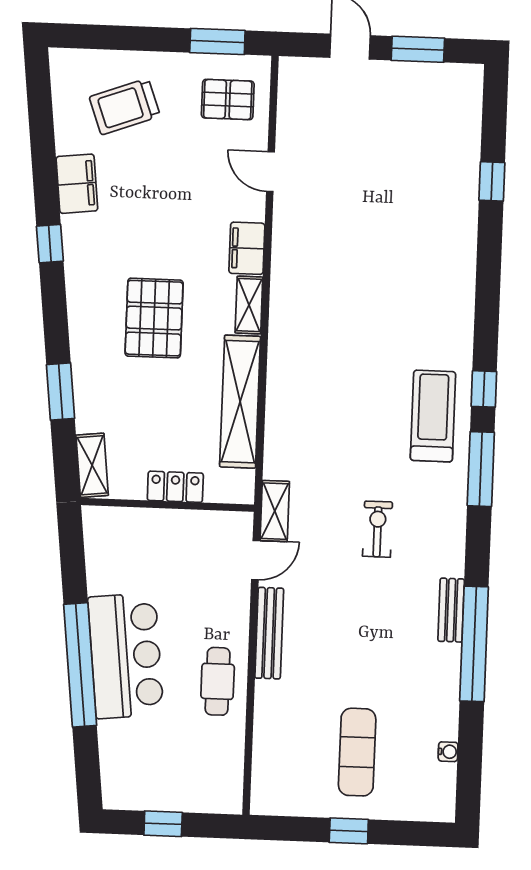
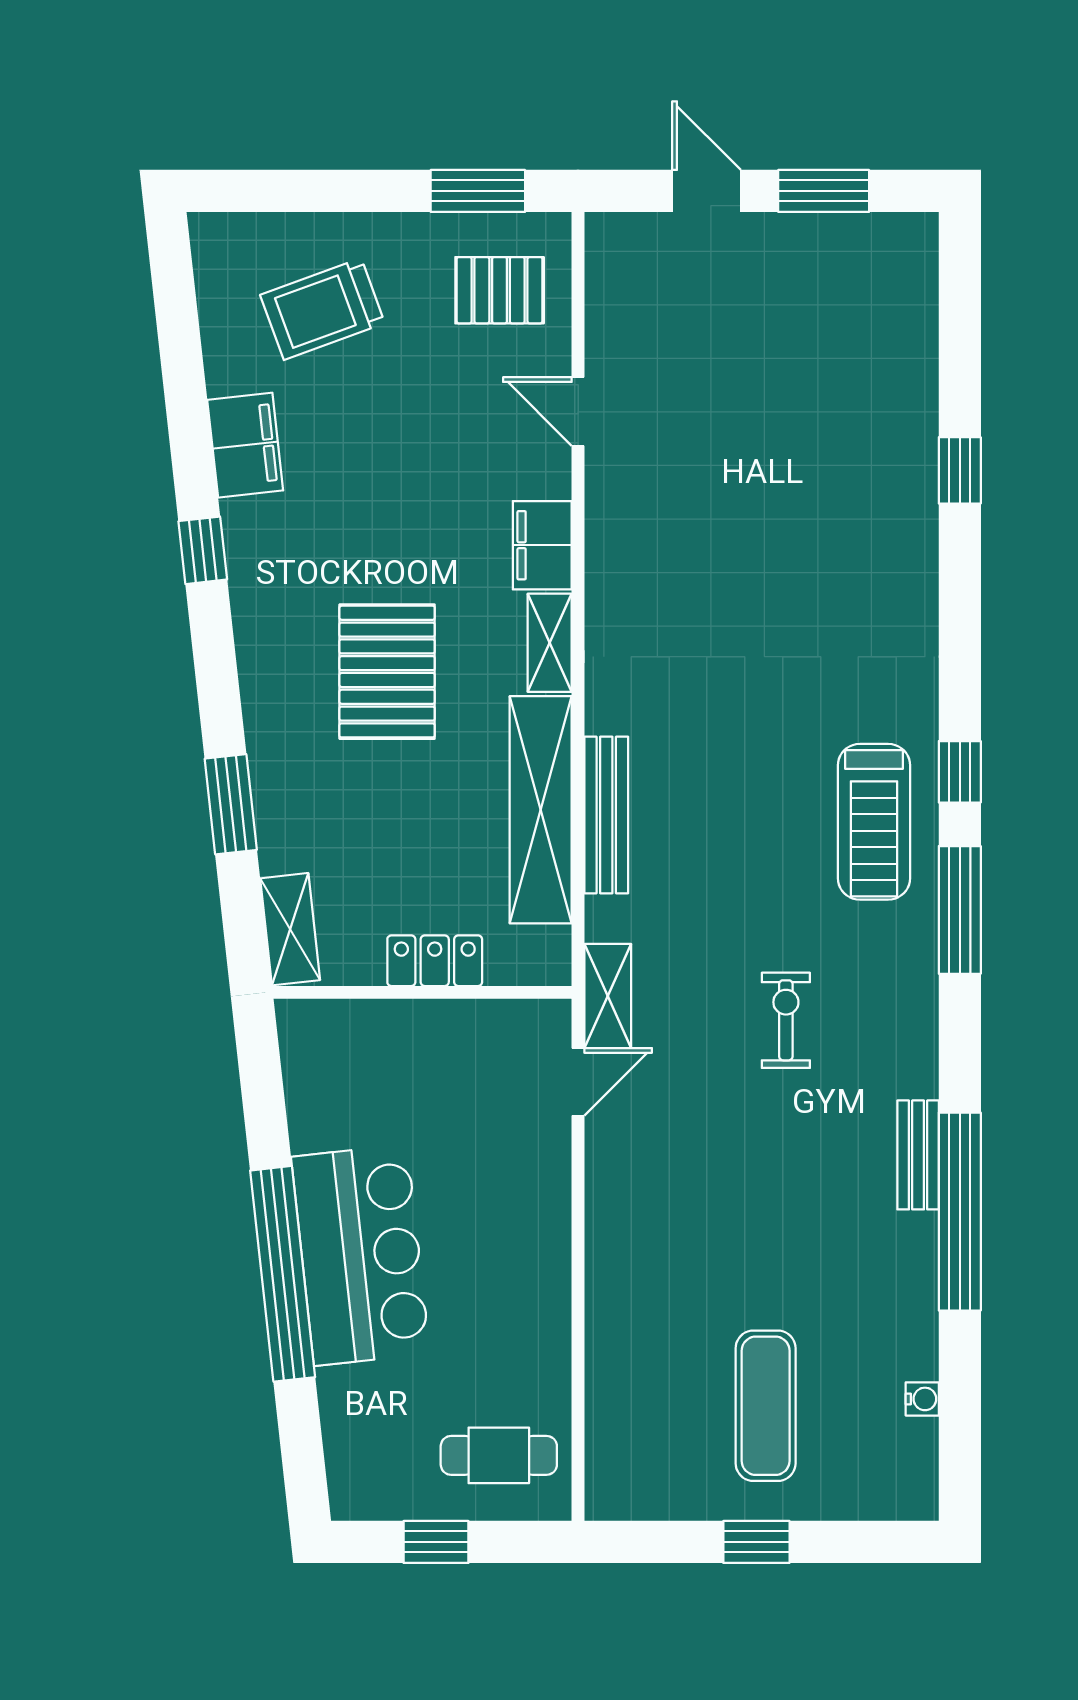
window: (492, 181) -> (960, 470), moved
treadmill: (433, 416) -> (874, 822), turned 180
bench: (269, 633) -> (606, 815), moved
cafe table: (218, 681) -> (499, 1455), moved, turned 90

